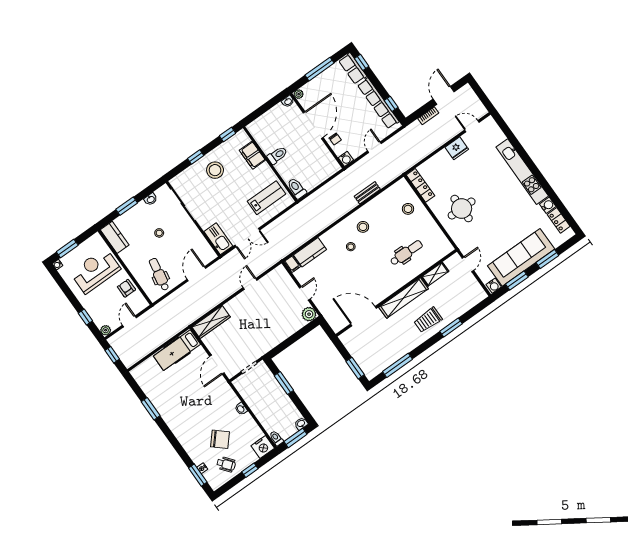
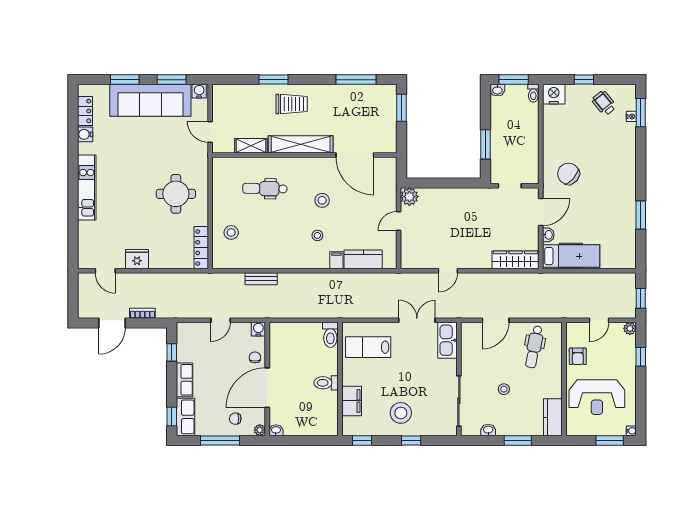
chair: (320, 90) -> (235, 419), added
row of seats: (378, 103) -> (185, 380), width x0.50
kitchen unit: (522, 172) -> (87, 188), width x0.73
stool: (363, 227) -> (322, 200), moved
filing cabinet: (292, 264) -> (336, 260), moved
door: (468, 264) -> (210, 132), hinge flipped
washbasin: (241, 409) -> (548, 235), moved
chair: (220, 439) -> (568, 174), moved

